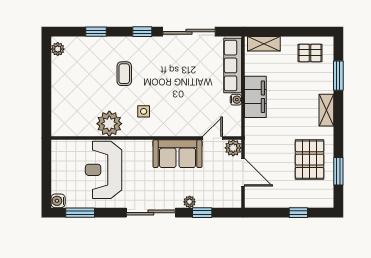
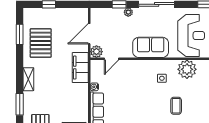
filing cabinet: (255, 97) -> (80, 68), moved
sofa: (177, 154) -> (151, 47), moved
door: (243, 172) -> (89, 34), hinge flipped

